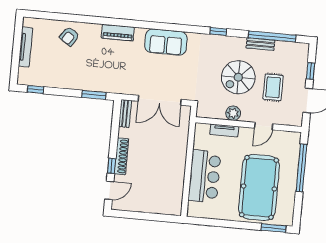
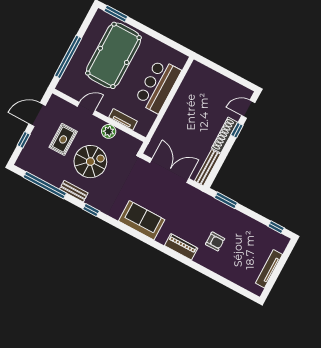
armchair: (69, 36) -> (215, 241), moved, turned 56
bench: (260, 44) -> (74, 191), moved
bench: (125, 114) -> (208, 168), width x1.36

